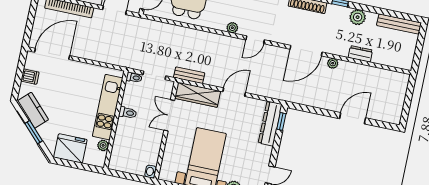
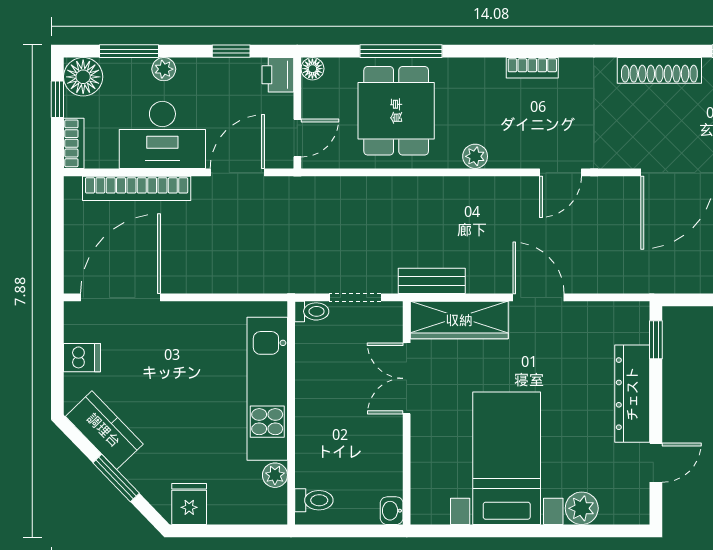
plant: (232, 28) -> (475, 156), moved
door: (234, 92) -> (539, 297), hinge flipped
toilet: (128, 113) -> (314, 500), moved
dresser: (270, 124) -> (632, 394), moved
fridge: (70, 148) -> (189, 504), width x0.53, depth x0.75

